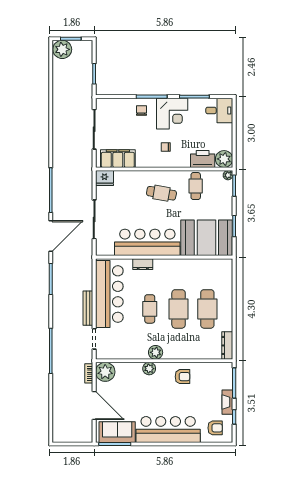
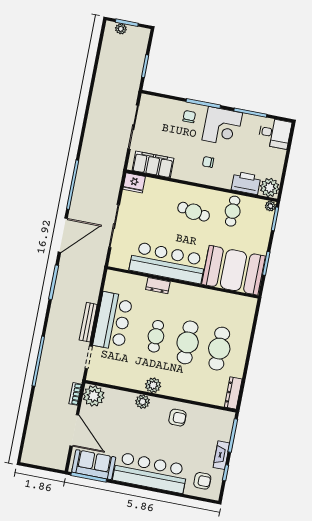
plant: (62, 49) -> (121, 29), width x0.53, depth x0.53
bar counter: (109, 294) -> (113, 321), width x0.73

